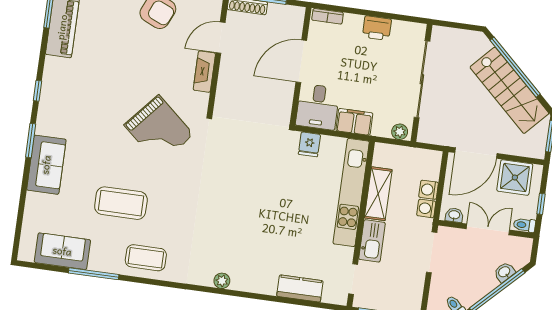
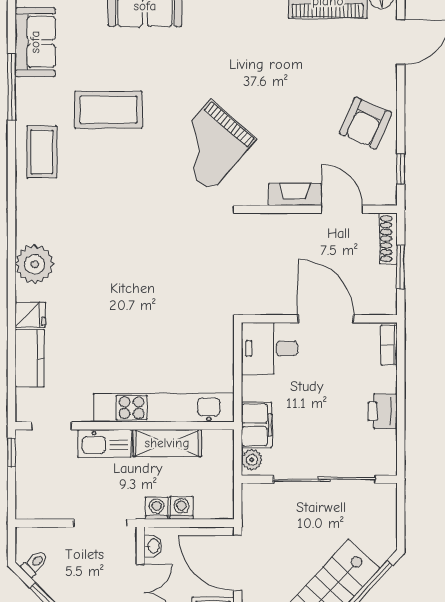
filing cabinet: (354, 122) -> (256, 425), moved
fridge: (309, 144) -> (30, 315), moved, turned 180
coffee table: (121, 203) -> (108, 110), turned 90
plant: (222, 281) -> (35, 264), width x1.87, depth x1.87

